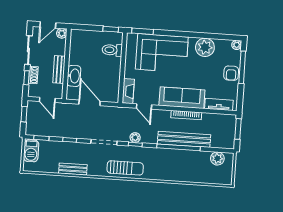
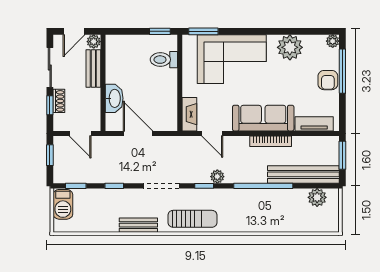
bench: (59, 70) -> (93, 69), moved
plant: (135, 138) -> (217, 177), moved
bench: (184, 139) -> (303, 174), moved
bench: (73, 169) -> (138, 225), moved

